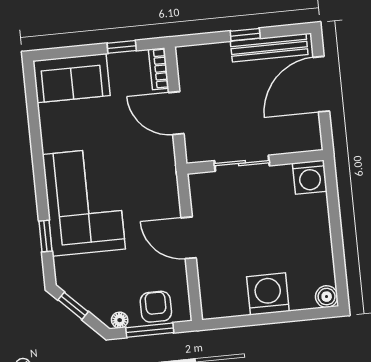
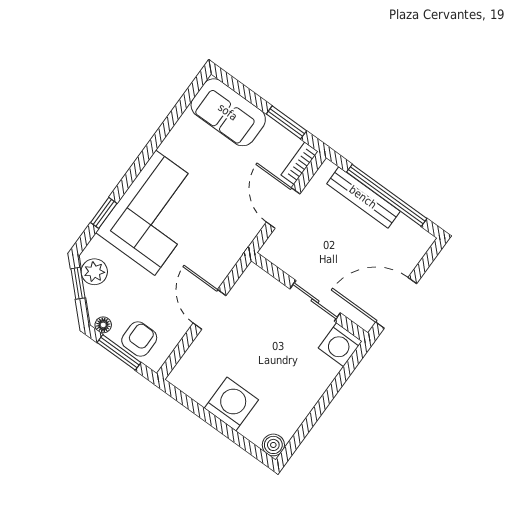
window: (245, 35) -> (387, 195), width x3.17
window: (122, 47) -> (286, 122), width x1.50
bench: (269, 48) -> (363, 197), moved
door: (321, 84) -> (396, 303), moved
sliding door: (242, 163) -> (315, 301), moved
plant: (78, 286) -> (94, 272), added

